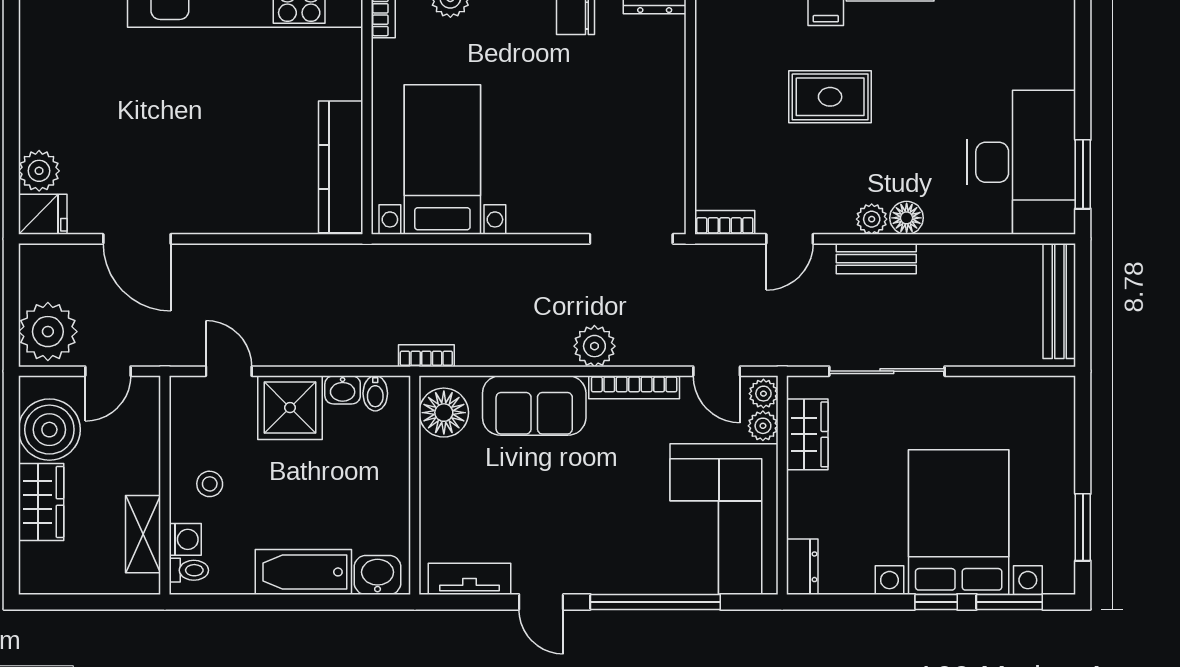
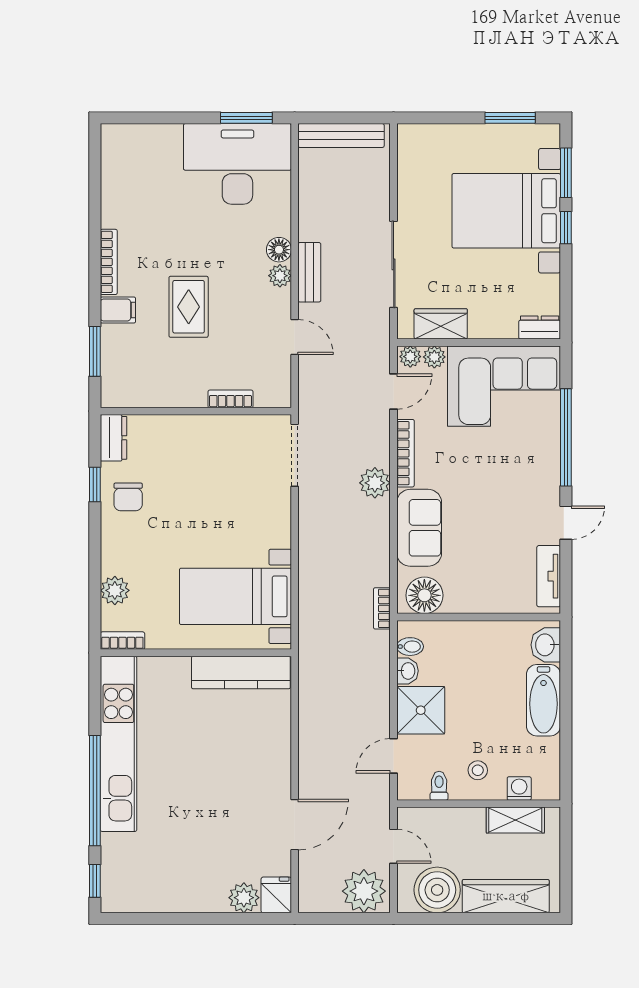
bookcase: (725, 222) -> (230, 399), moved, turned 90
wardrobe: (41, 502) -> (506, 896), width x1.50
toilet: (189, 570) -> (439, 786), moved

